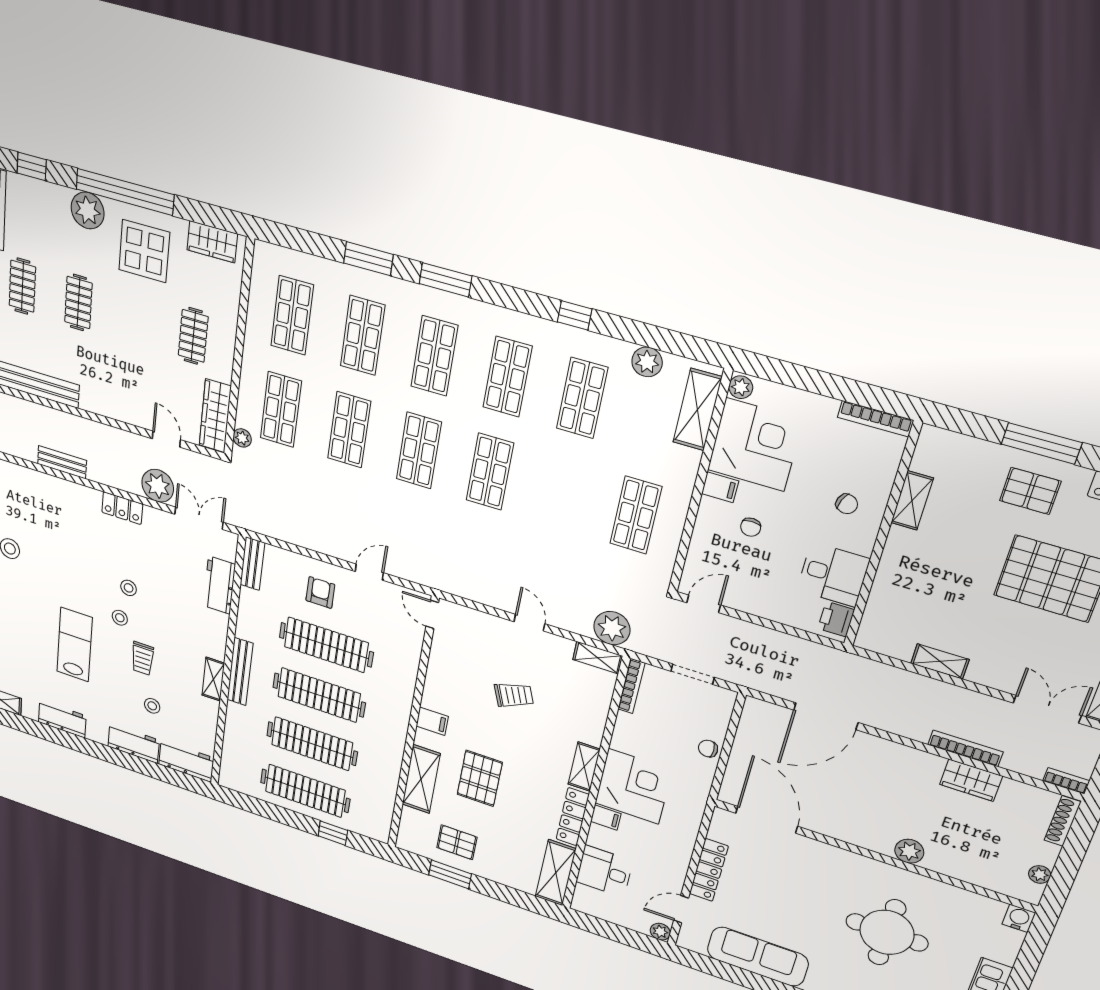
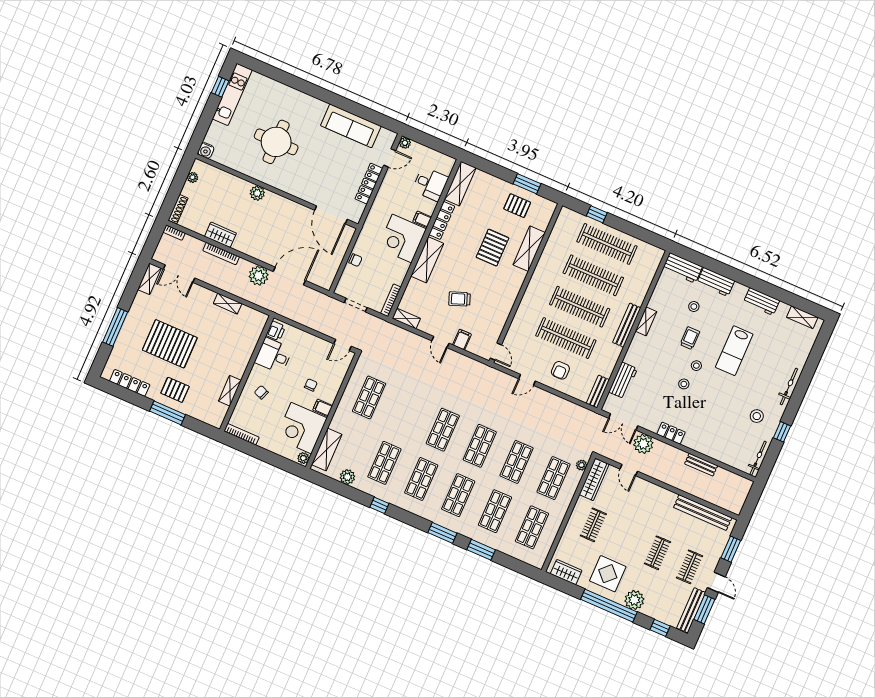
plant: (612, 628) -> (259, 276), moved
filing cabinet: (432, 721) -> (462, 340), moved, turned 90
shelving: (584, 767) -> (427, 260), width x1.50, depth x1.33

